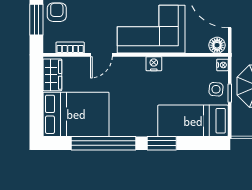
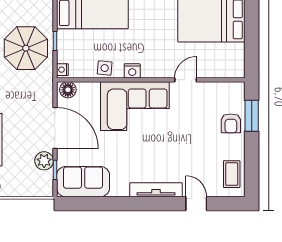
bookcase: (70, 48) -> (217, 87), removed
wardrobe: (52, 75) -> (235, 60), removed
side table: (216, 89) -> (105, 68), moved

